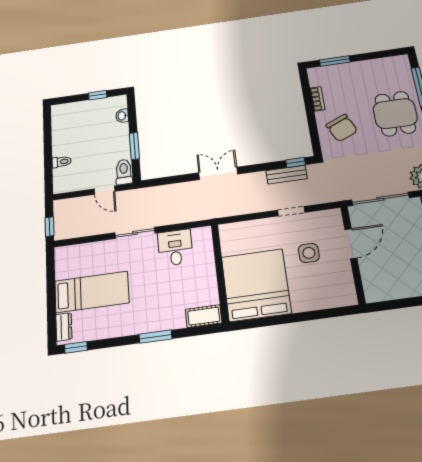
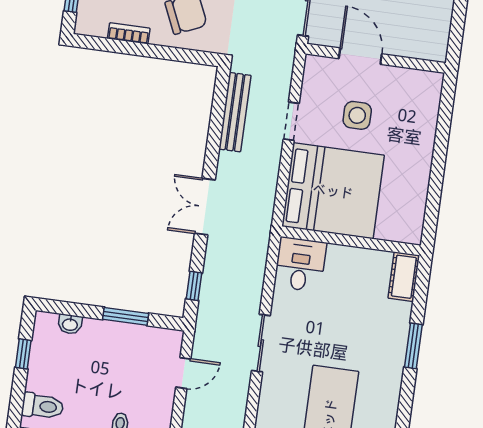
window: (296, 163) -> (194, 286), moved
toilet: (124, 172) -> (43, 406), moved, turned 180
bench: (287, 175) -> (235, 112), width x1.36
desk: (175, 248) -> (300, 264), moved, turned 90
bed: (256, 285) -> (333, 191), moved, turned 180

